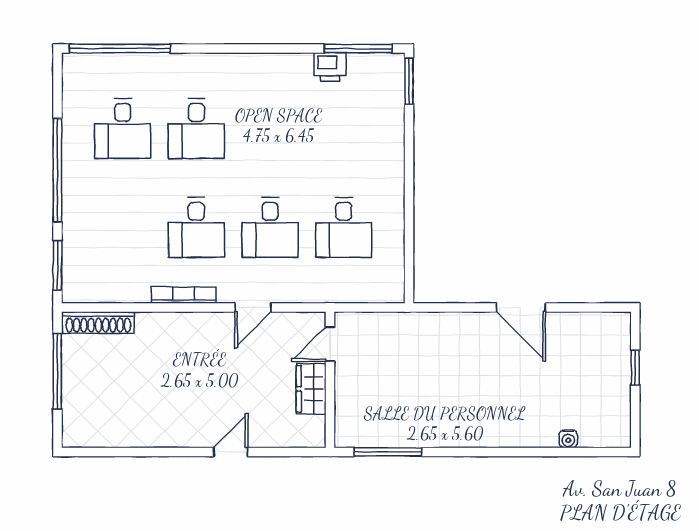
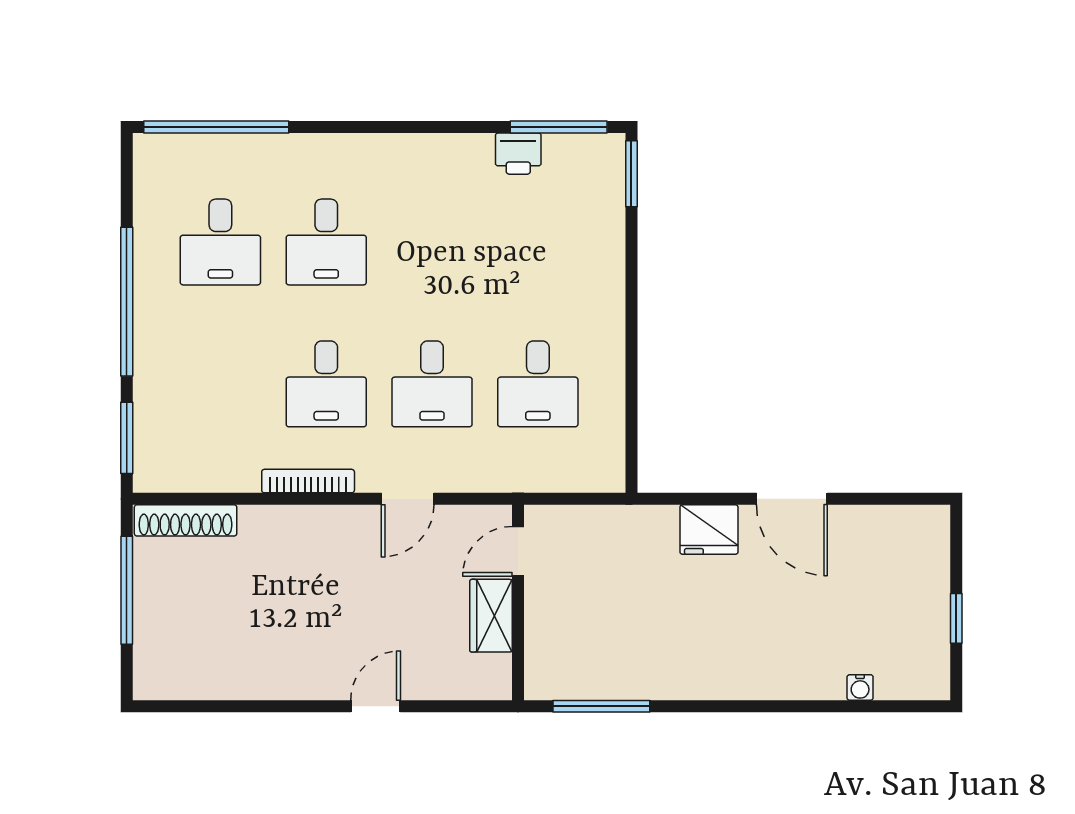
fridge: (463, 329) -> (709, 530), added
window: (635, 368) -> (956, 618), moved

